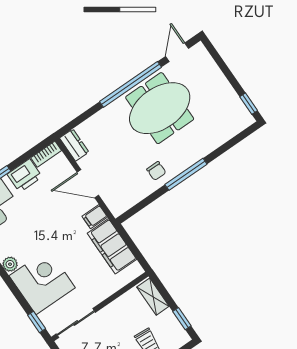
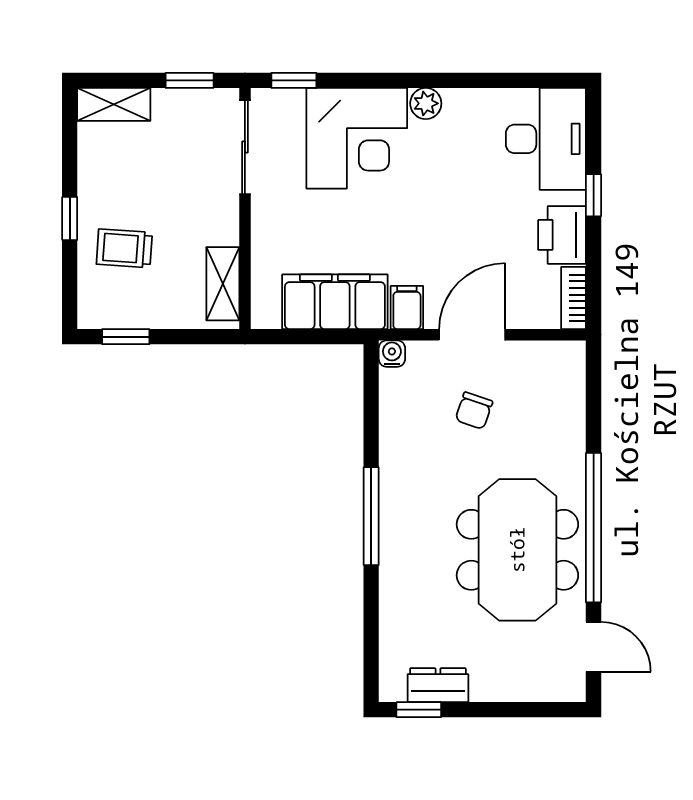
dresser: (74, 145) -> (438, 685), moved, turned 180
chair: (156, 171) -> (474, 411), moved, turned -71
water cooler: (117, 210) -> (392, 354), added
shelving: (153, 297) -> (223, 284), moved, turned 90

